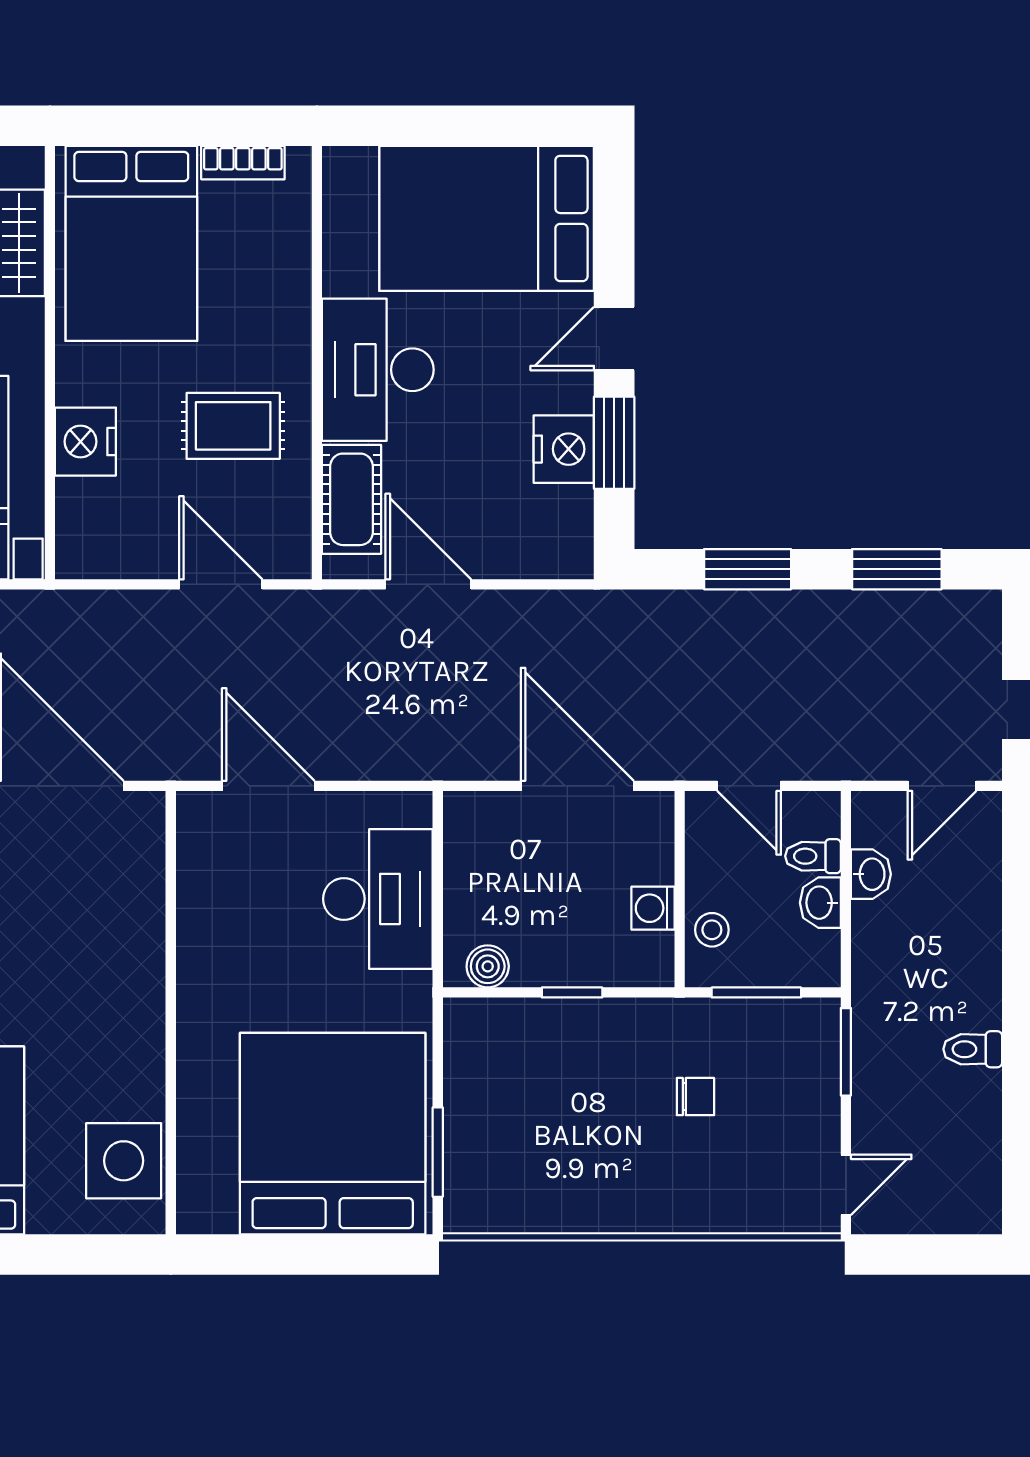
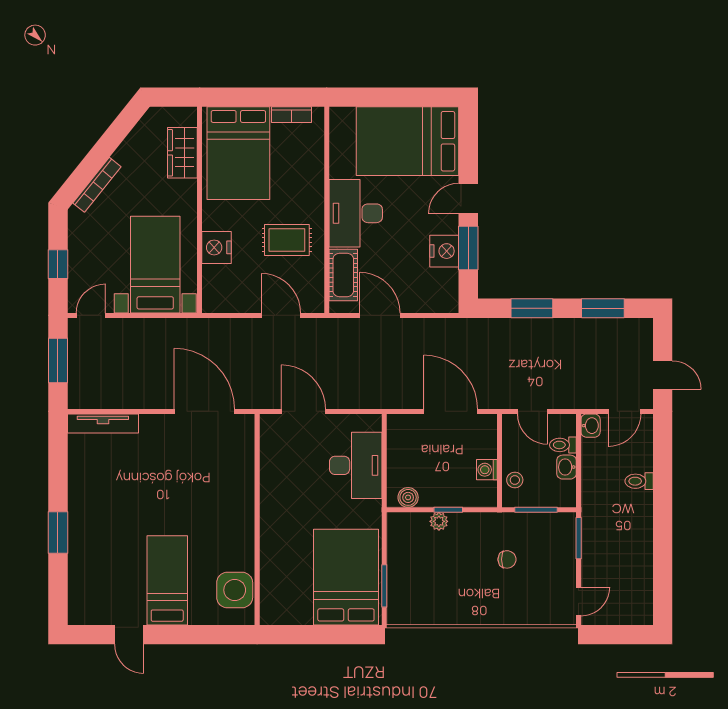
washbasin: (871, 874) -> (591, 426), moved
plant: (552, 1017) -> (439, 521), added
toilet: (973, 1049) -> (639, 481), moved
bed: (333, 1134) -> (346, 577), width x0.73

